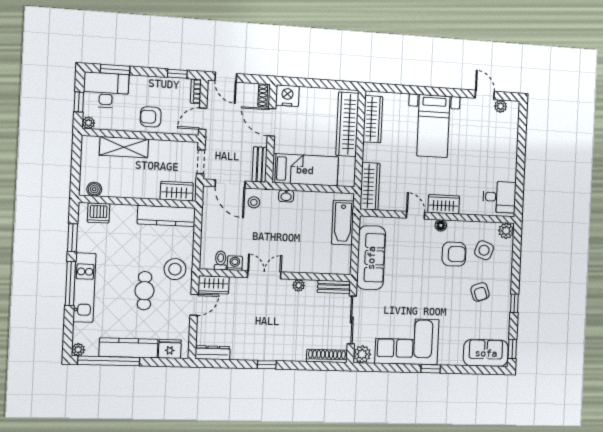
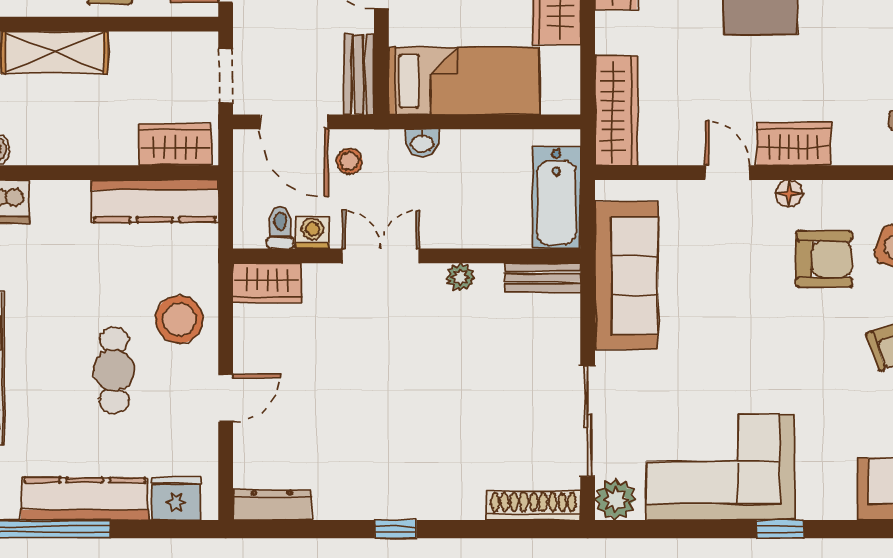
toilet: (221, 260) -> (280, 227), moved
washing machine: (235, 263) -> (312, 232), moved
double door: (264, 275) -> (381, 256), moved
wall: (276, 275) -> (407, 256), moved
wardrobe: (214, 285) -> (267, 283), moved
plant: (299, 285) -> (460, 277), moved
bench: (334, 287) -> (542, 278), moved

